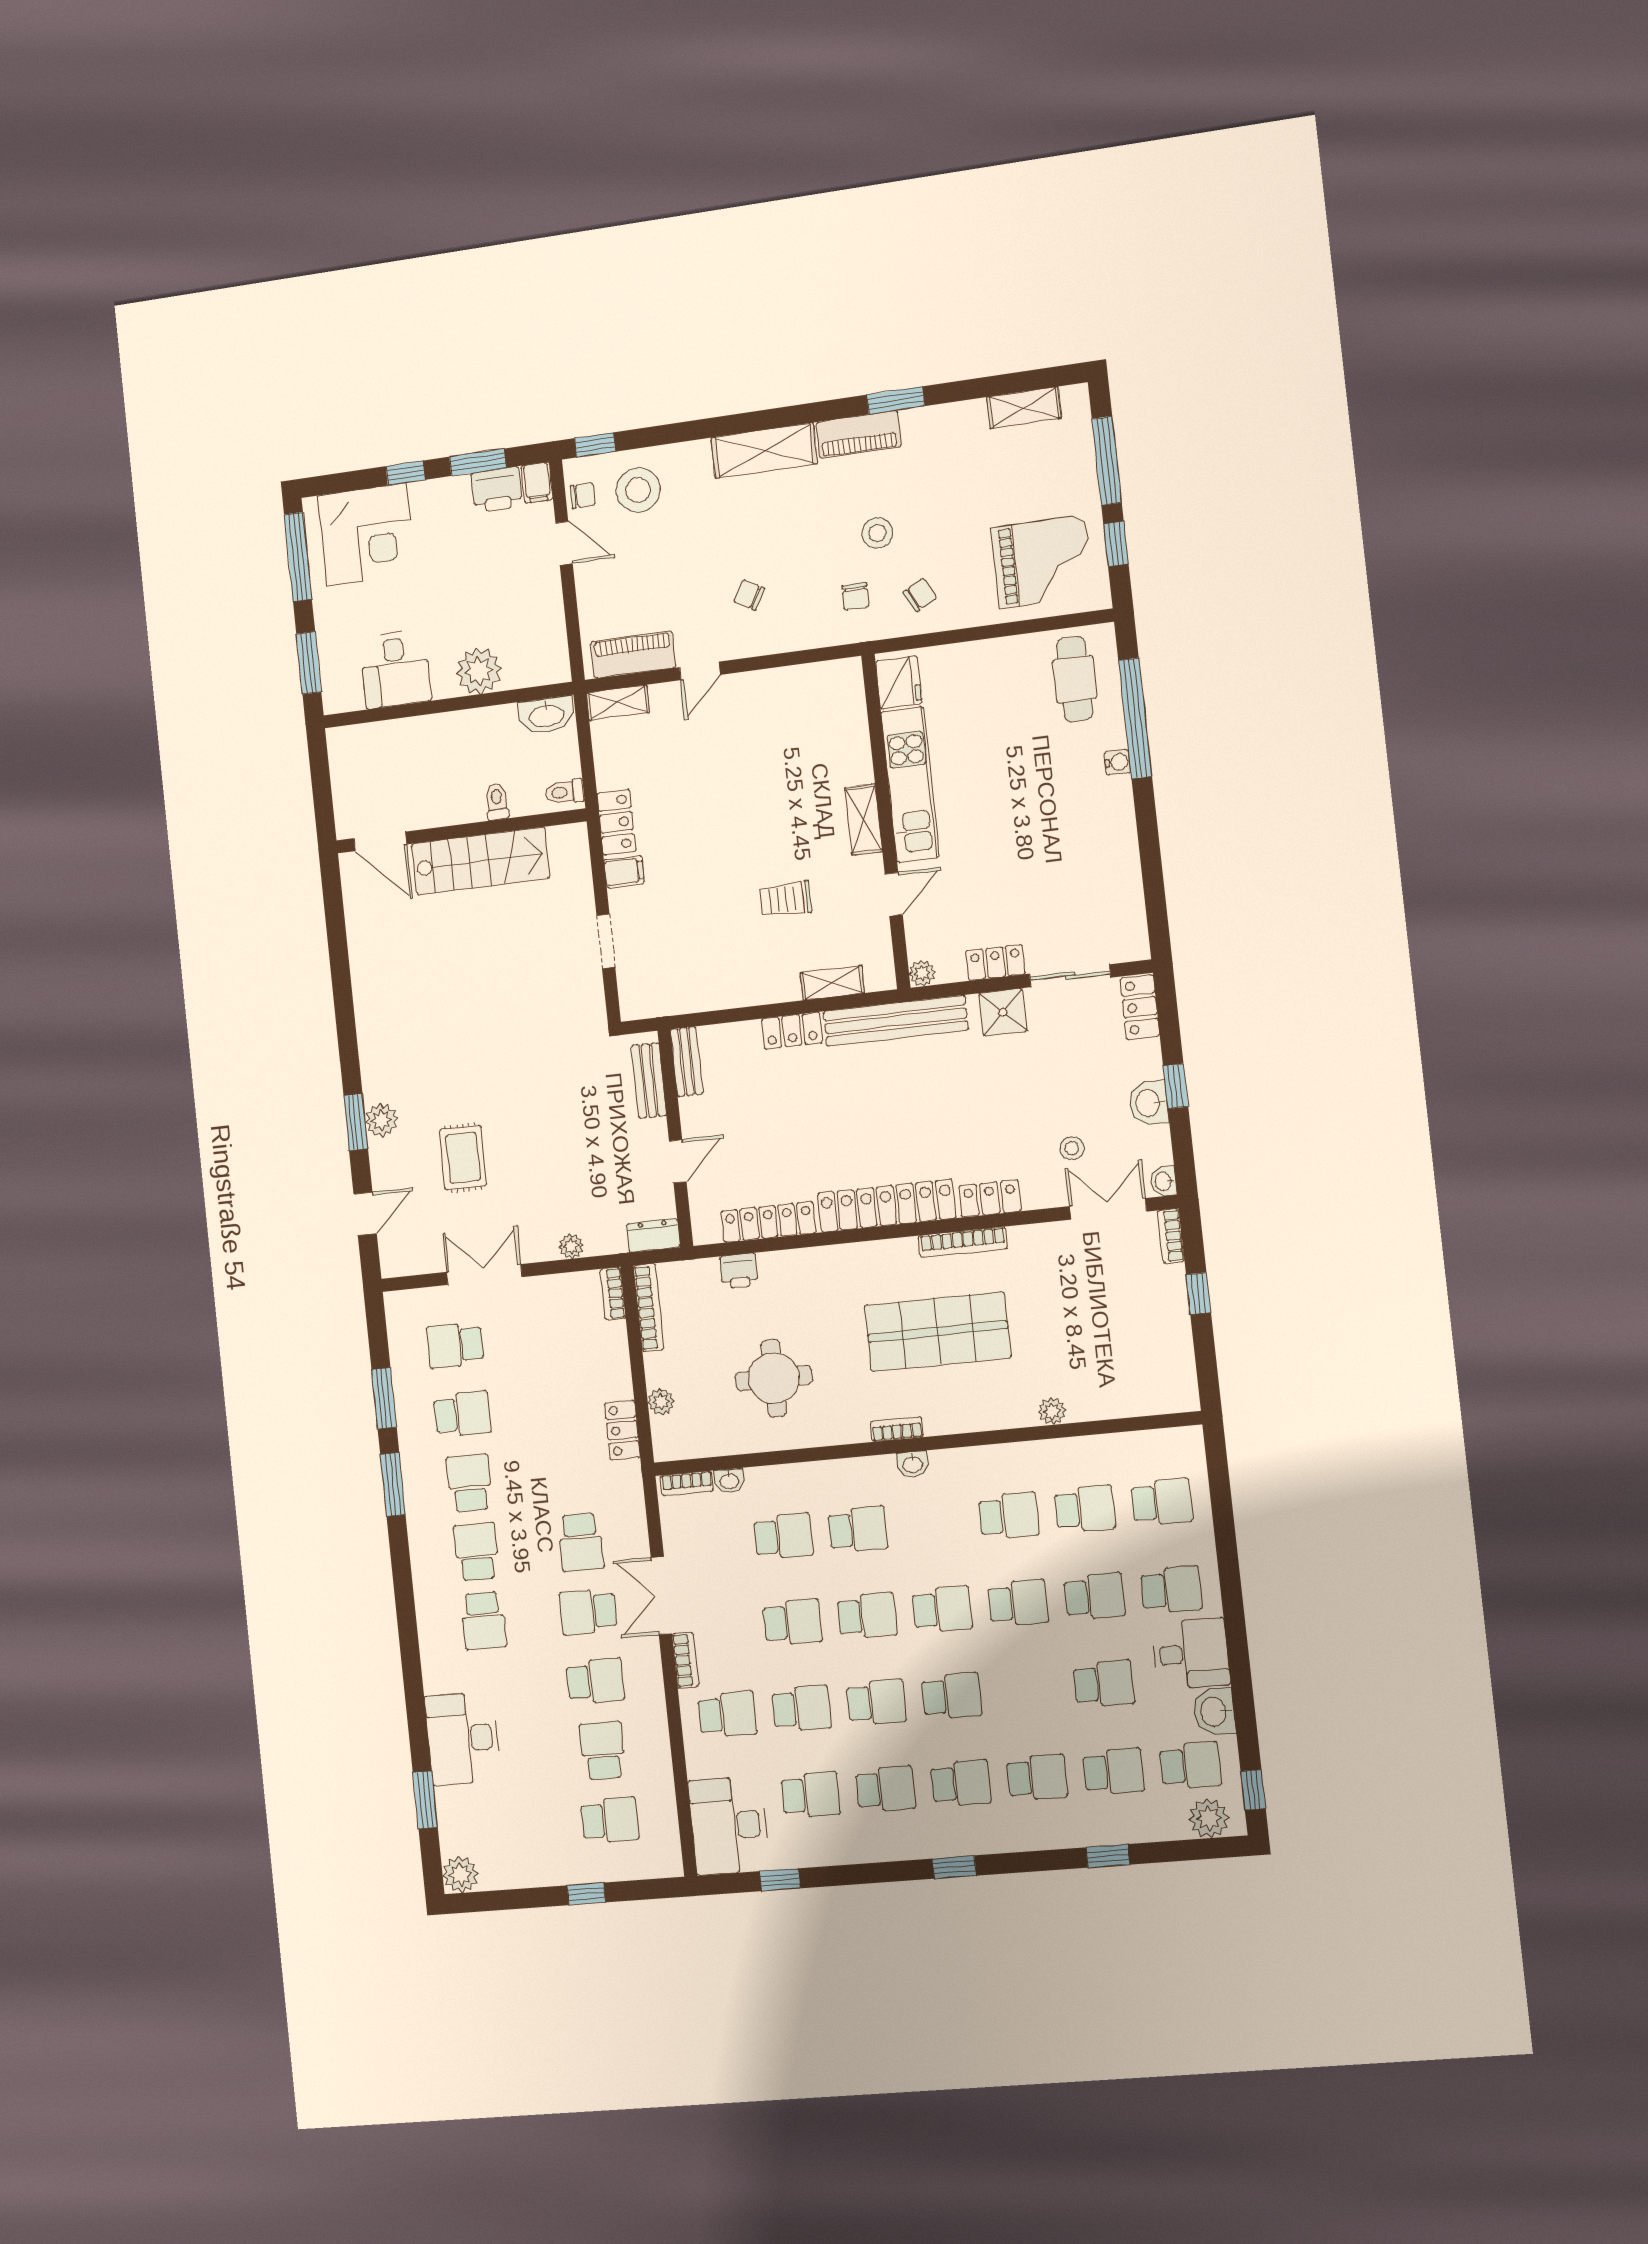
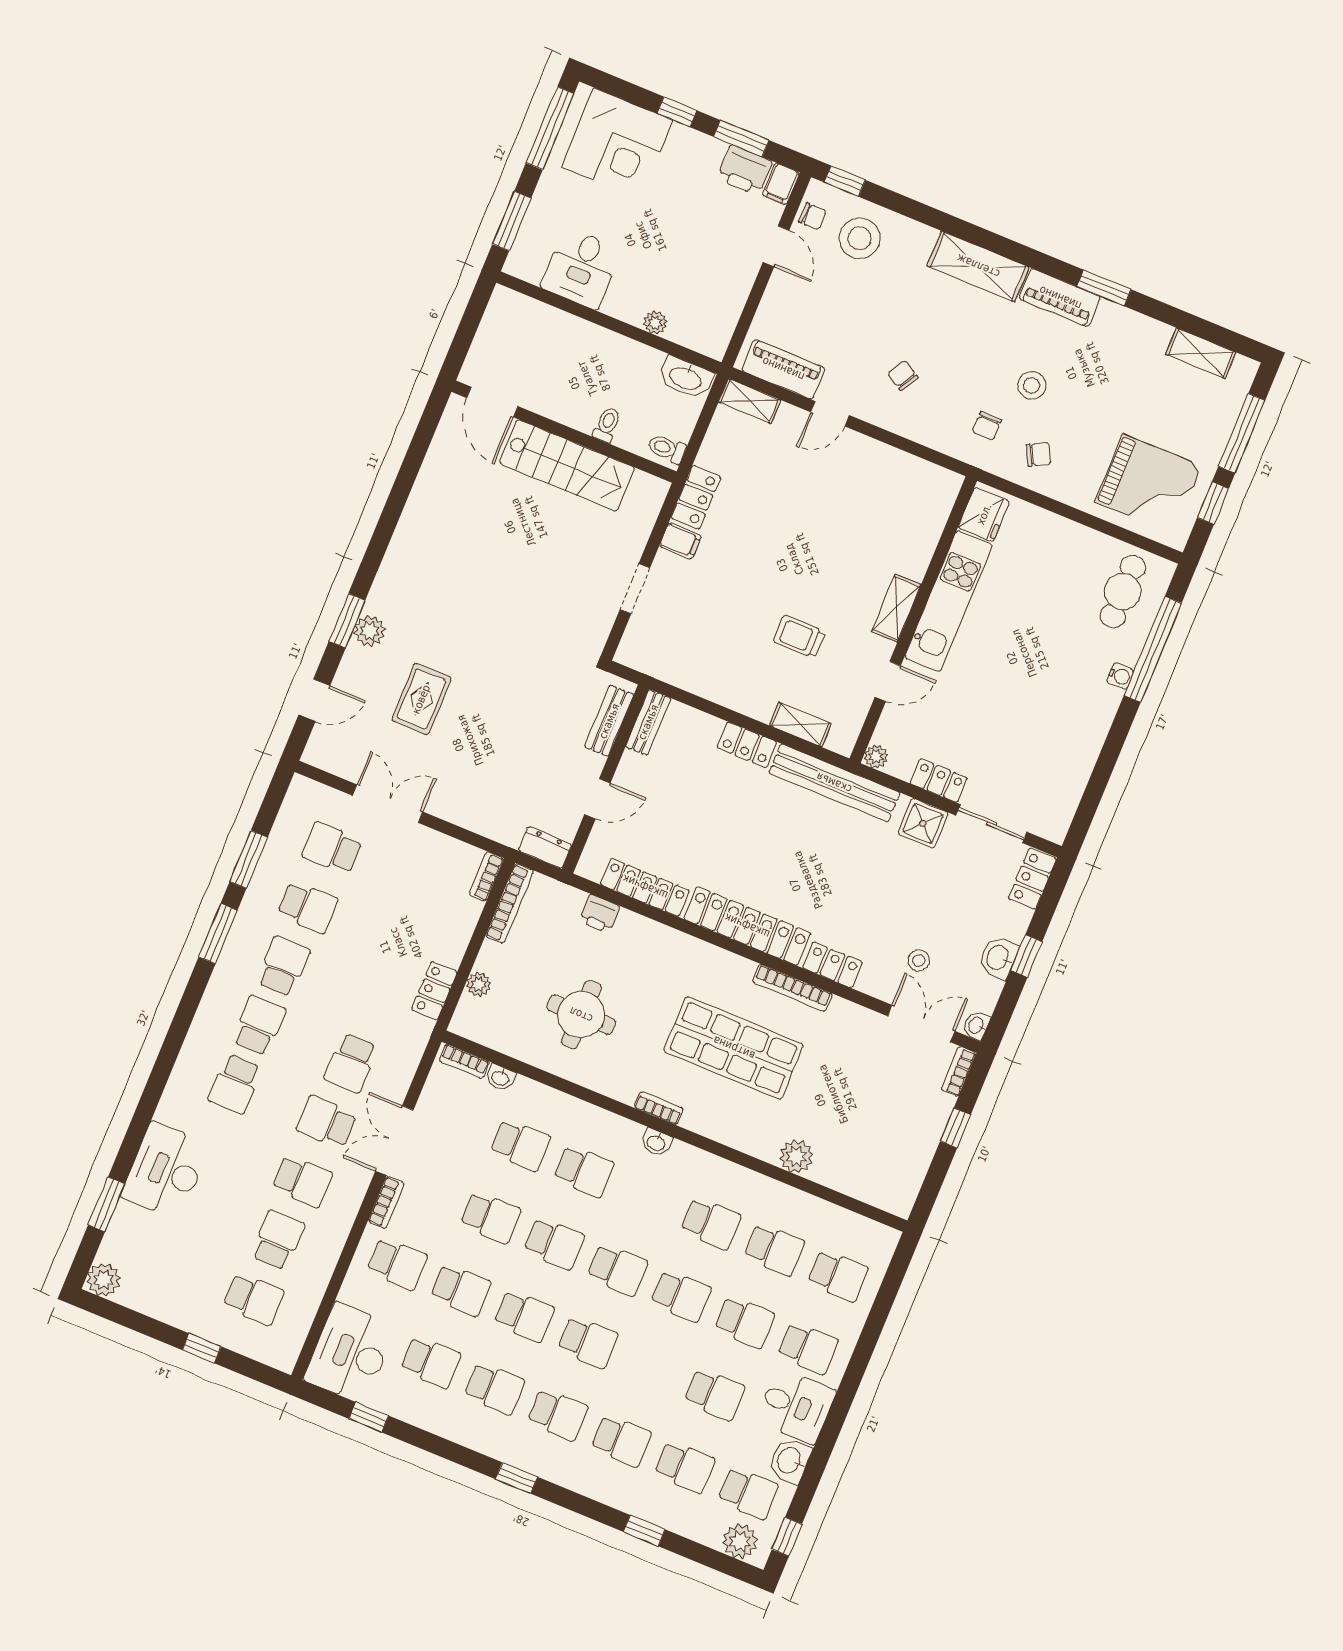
plant: (479, 671) -> (655, 323), width x0.53, depth x0.53
plant: (571, 1246) -> (472, 820), removed
plant: (1052, 1411) -> (796, 1157), width x1.38, depth x1.38

